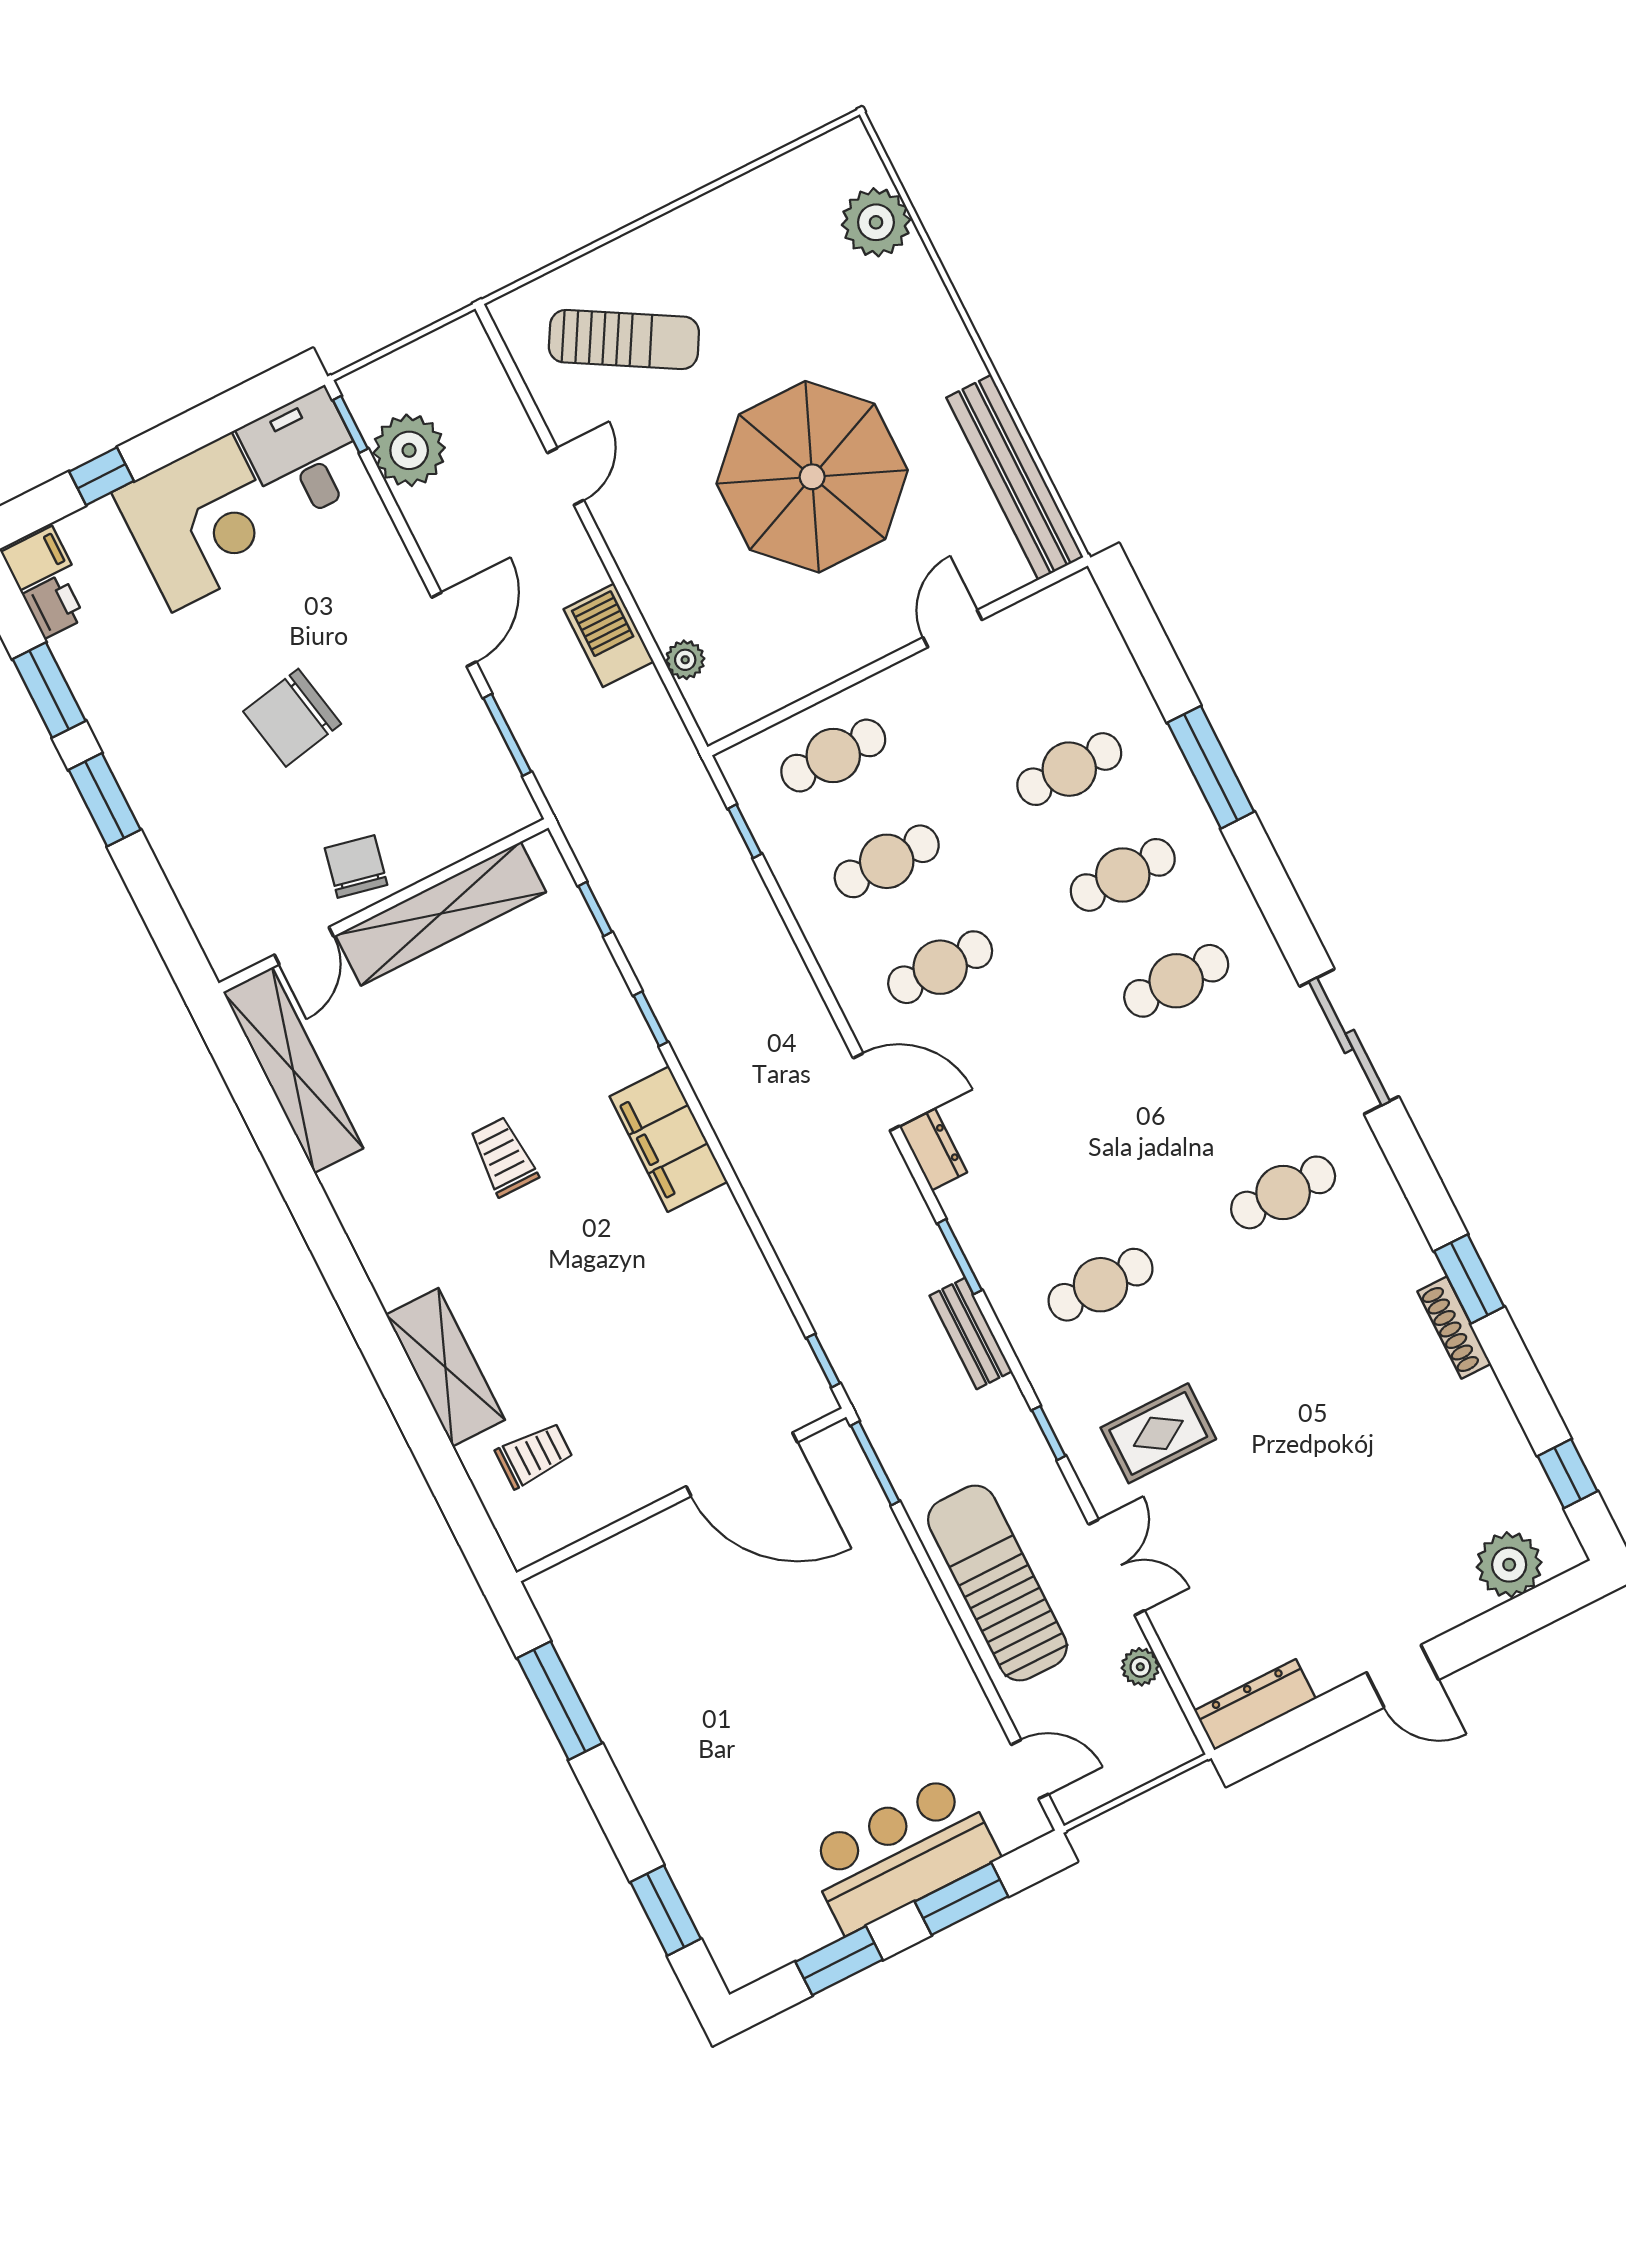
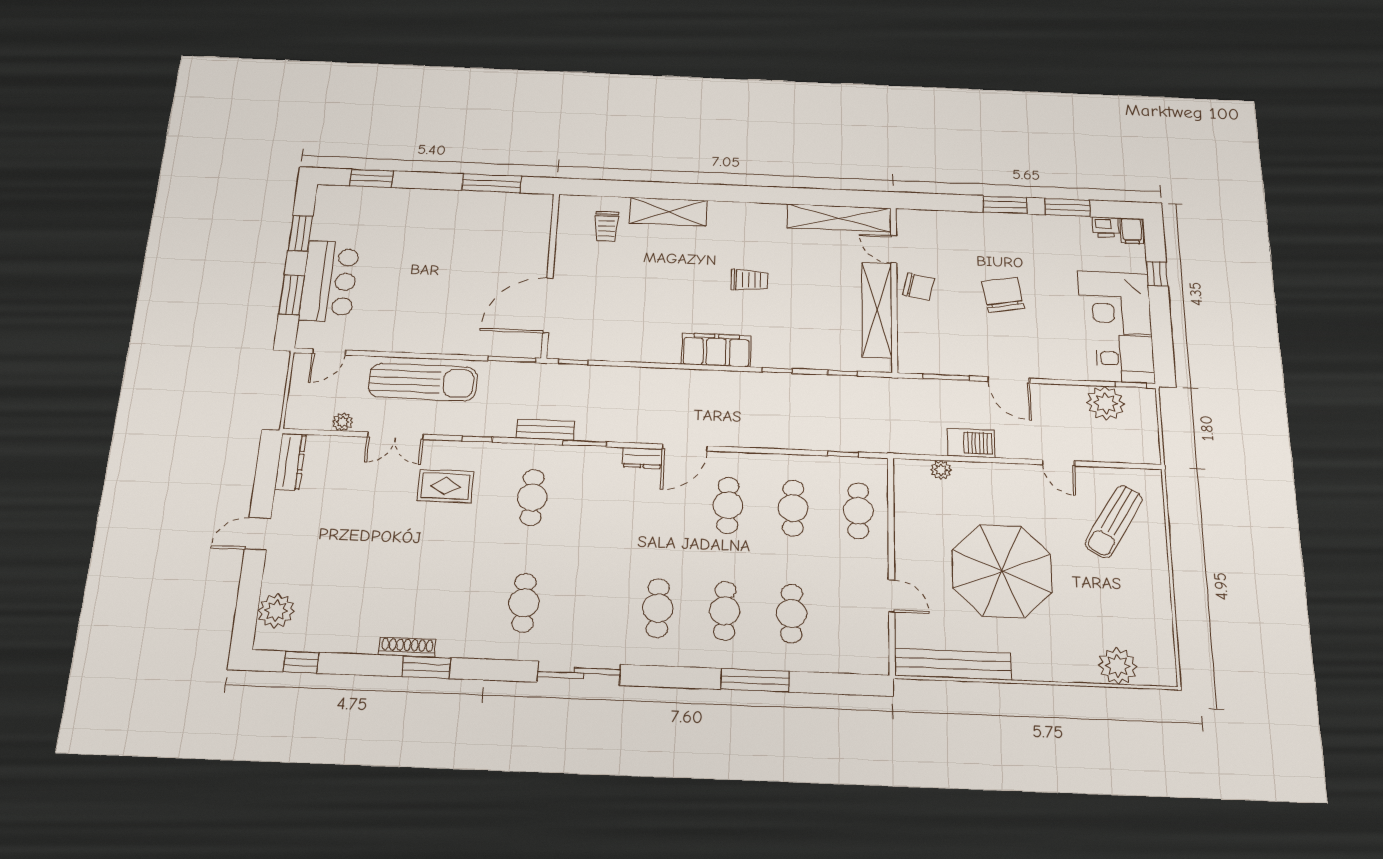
rug: (1158, 1433) -> (445, 486), turned 90

